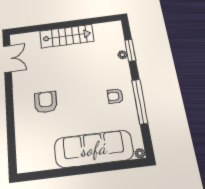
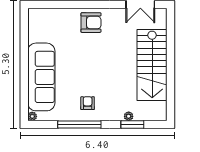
stairs: (67, 36) -> (152, 65), width x1.36, depth x1.51
armchair: (46, 102) -> (91, 23), moved

